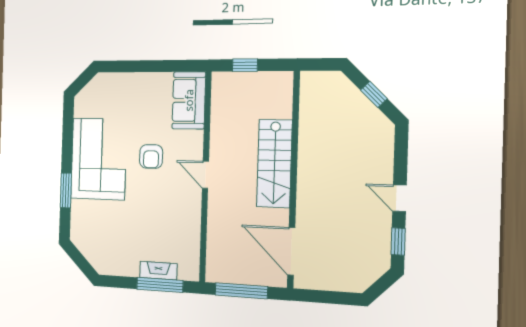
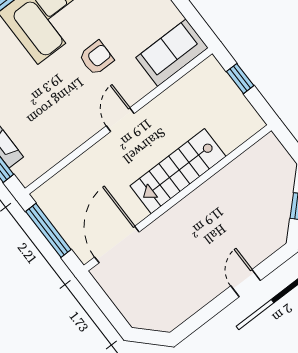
armchair: (151, 156) -> (96, 58), turned 180
door: (399, 198) -> (246, 283), moved
window: (398, 242) -> (196, 321), removed

